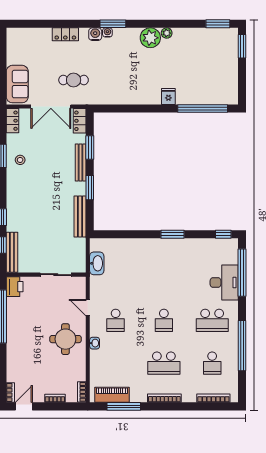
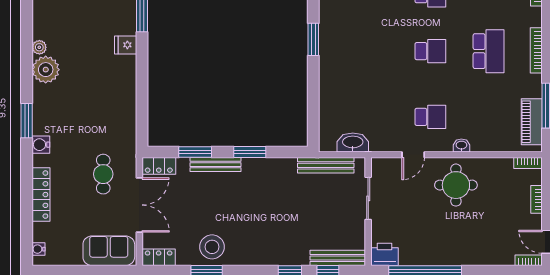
water cooler: (107, 32) -> (38, 249), moved
locker: (65, 34) -> (41, 195), width x1.53
stool: (20, 160) -> (212, 247), width x1.89, depth x1.89
bench: (80, 216) -> (326, 165), moved

